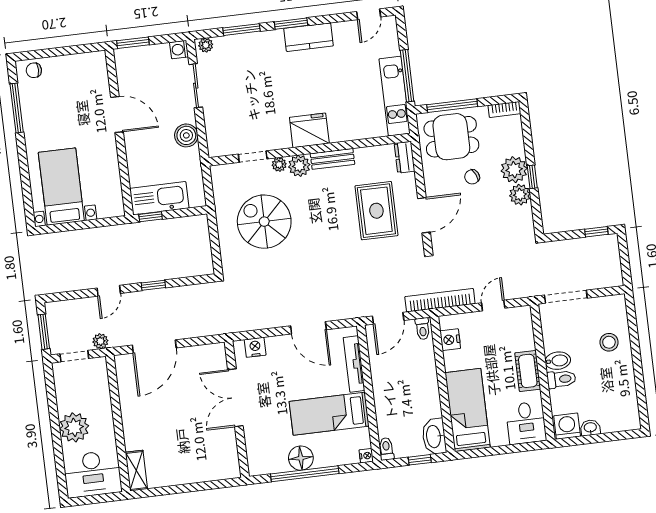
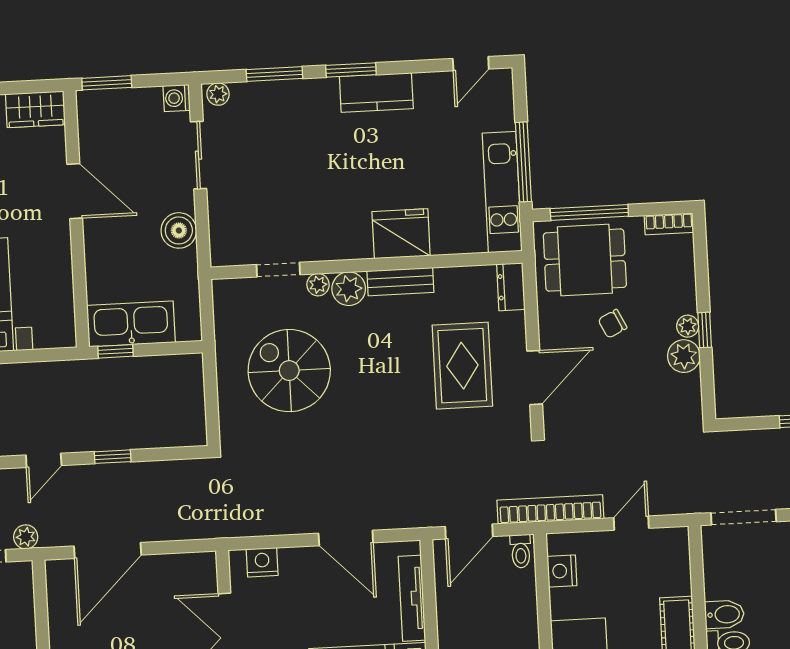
wardrobe: (88, 63) -> (35, 109), added
fridge: (309, 130) -> (401, 234), moved
plant: (514, 170) -> (688, 326), width x0.53, depth x0.53

